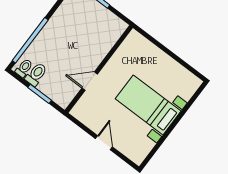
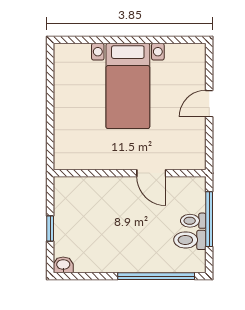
toilet: (24, 68) -> (193, 221), moved
window: (40, 94) -> (209, 219), width x1.44

